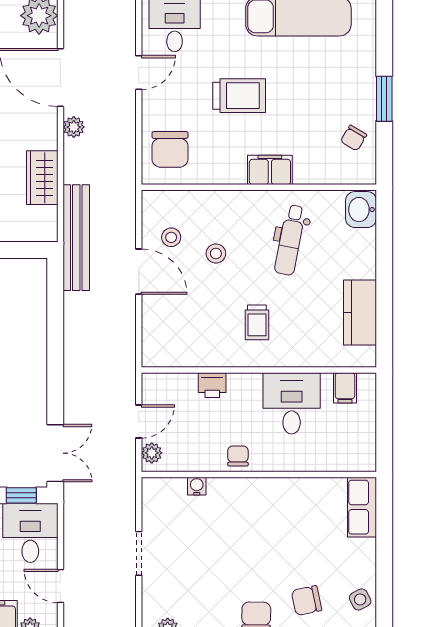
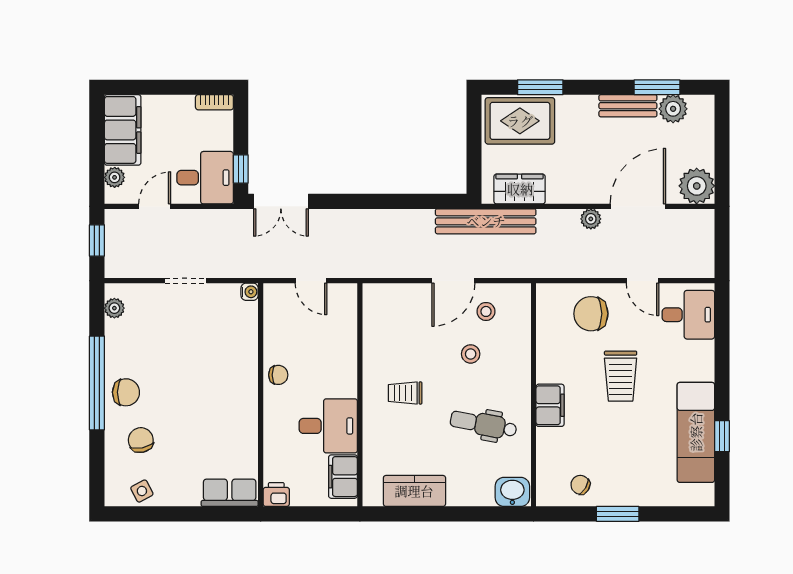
chair: (170, 149) -> (591, 314), moved
wardrobe: (42, 178) -> (520, 189), moved
printer: (212, 385) -> (276, 495), moved, turned 90
filing cabinet: (345, 388) -> (343, 477), width x2.00
plant: (152, 453) -> (281, 293), removed
water cooler: (197, 486) -> (250, 292), moved

